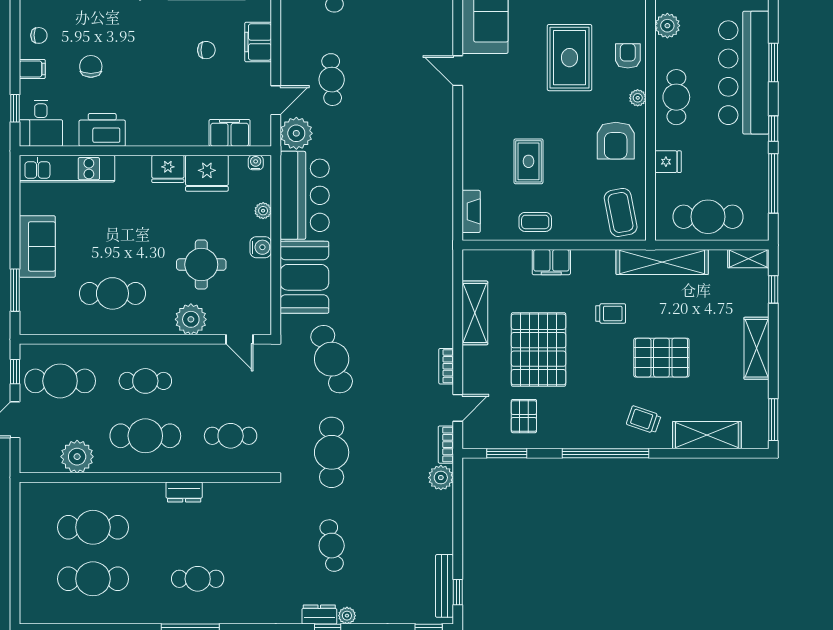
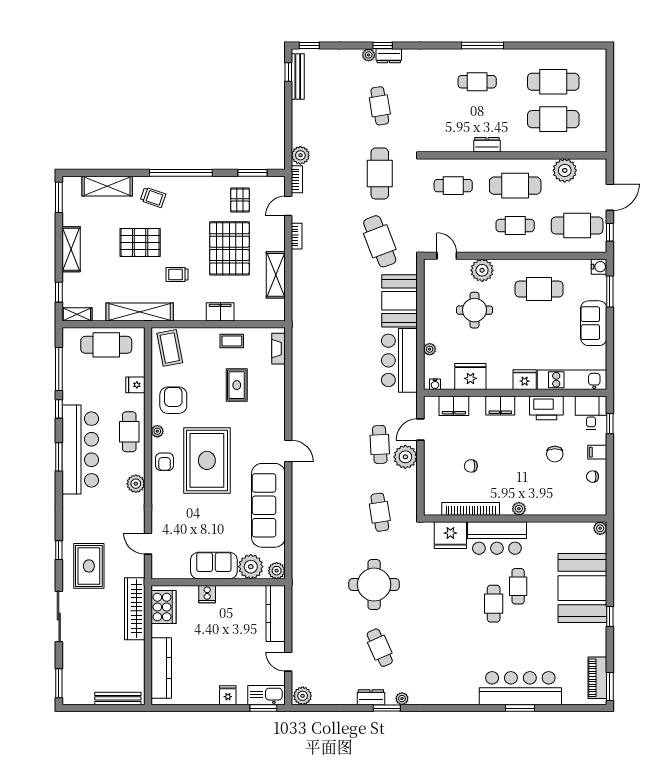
filing cabinet: (258, 42) -> (500, 406), moved, turned 90
rug: (570, 58) -> (207, 460), width x1.37, depth x1.44
plant: (296, 133) -> (405, 457), moved
fridge: (168, 169) -> (525, 380), moved
water cooler: (261, 247) -> (599, 267), moved, turned 180

